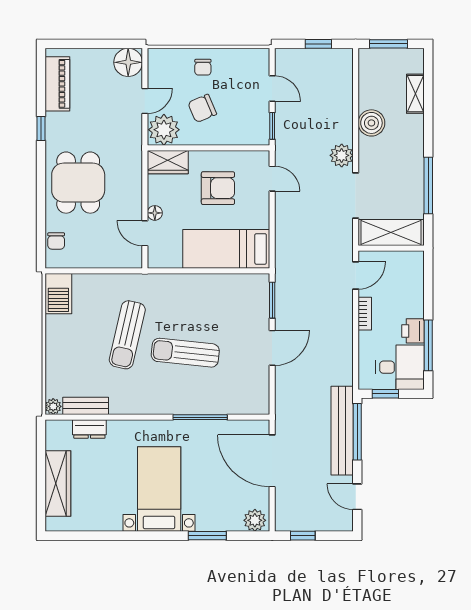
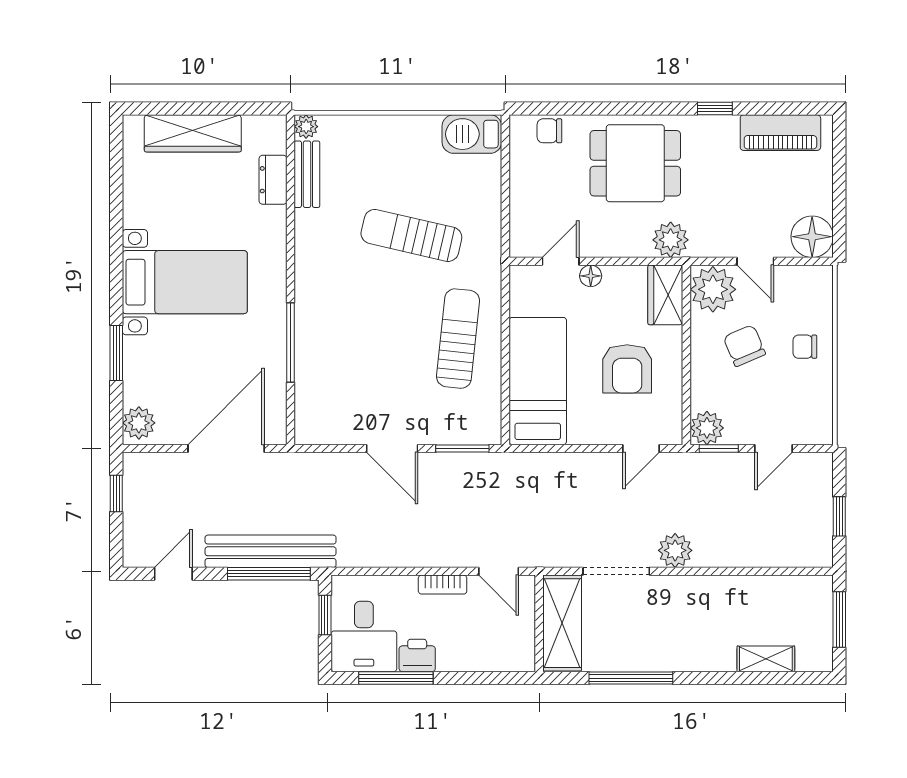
boiler: (371, 123) -> (723, 594), removed
plant: (258, 134) -> (707, 428), added
plant: (130, 159) -> (671, 240), added
sun lounger: (185, 353) -> (458, 339), moved

